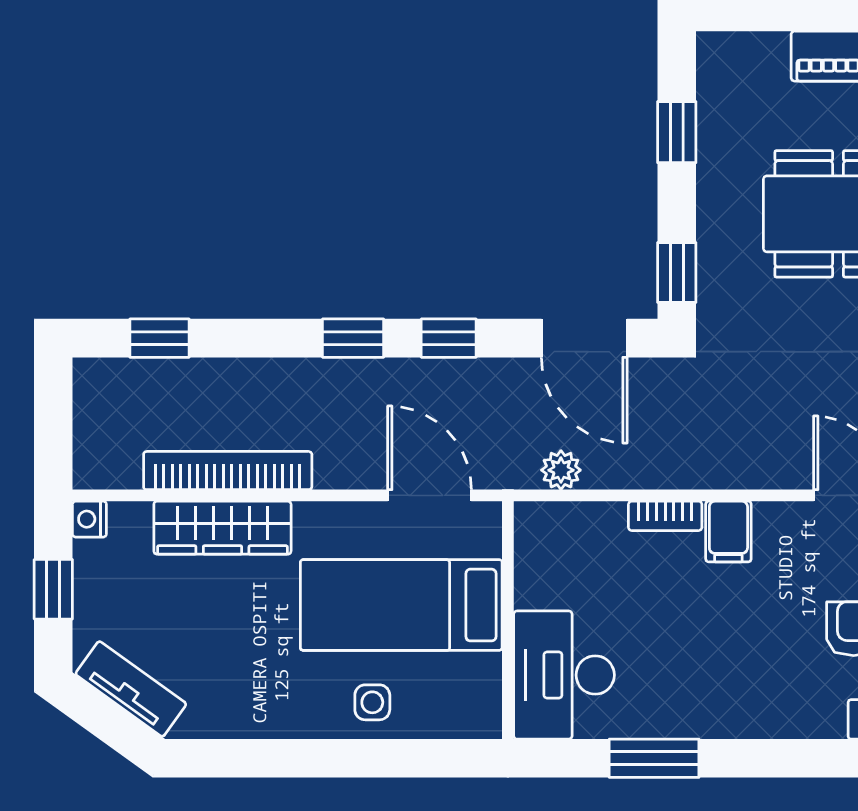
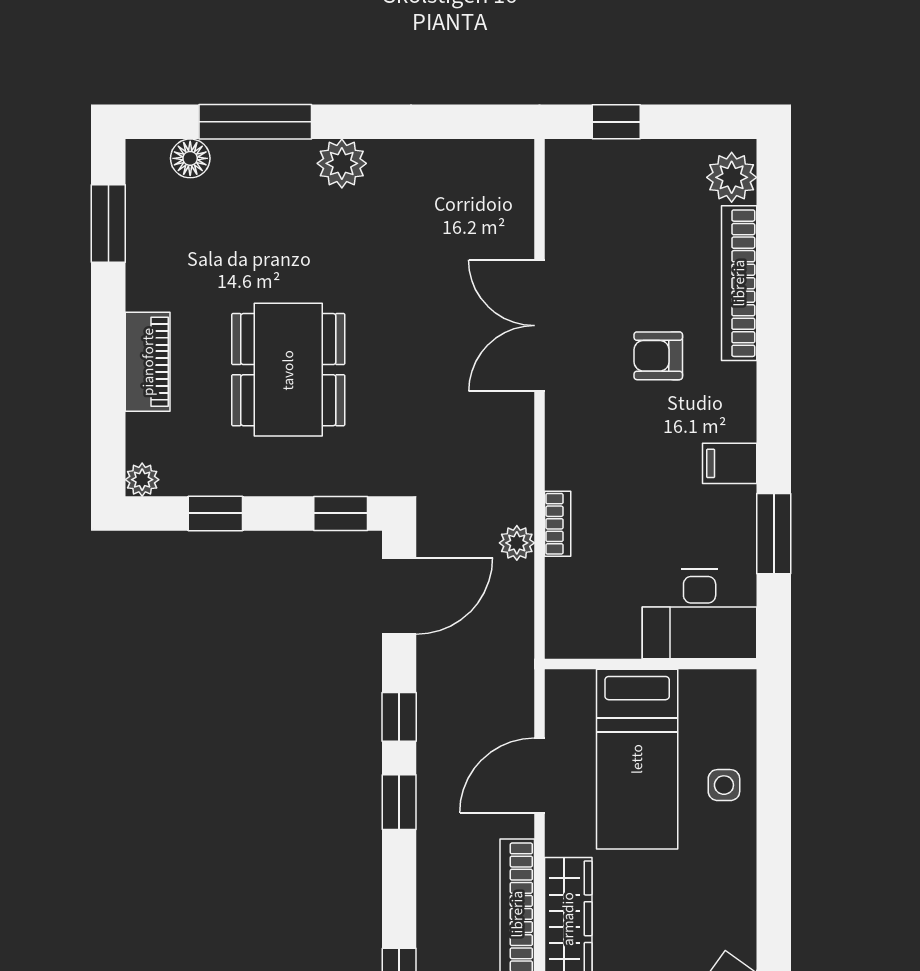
plant: (715, 50) -> (142, 480), added
plant: (561, 470) -> (517, 543), moved
door: (430, 495) -> (539, 776), moved
filing cabinet: (728, 532) -> (730, 463), moved, turned 180

